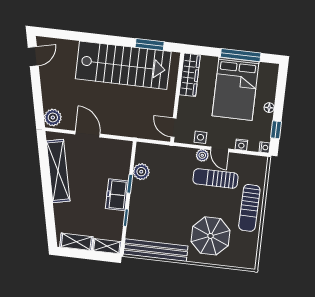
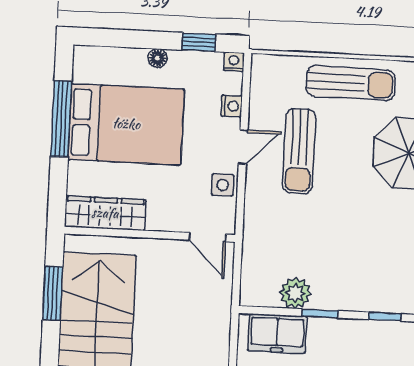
door: (174, 128) -> (208, 237), hinge flipped
plant: (202, 155) -> (257, 179), removed
freezer: (117, 195) -> (277, 333), moved

